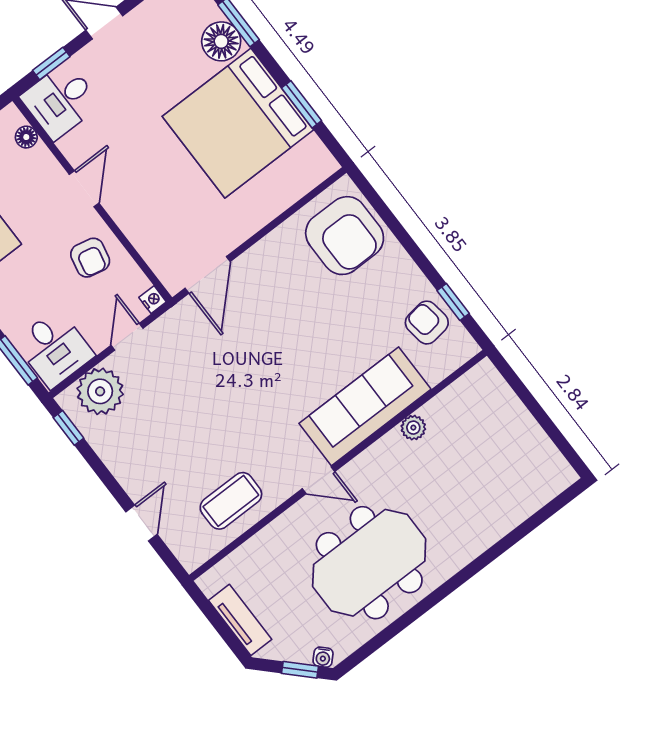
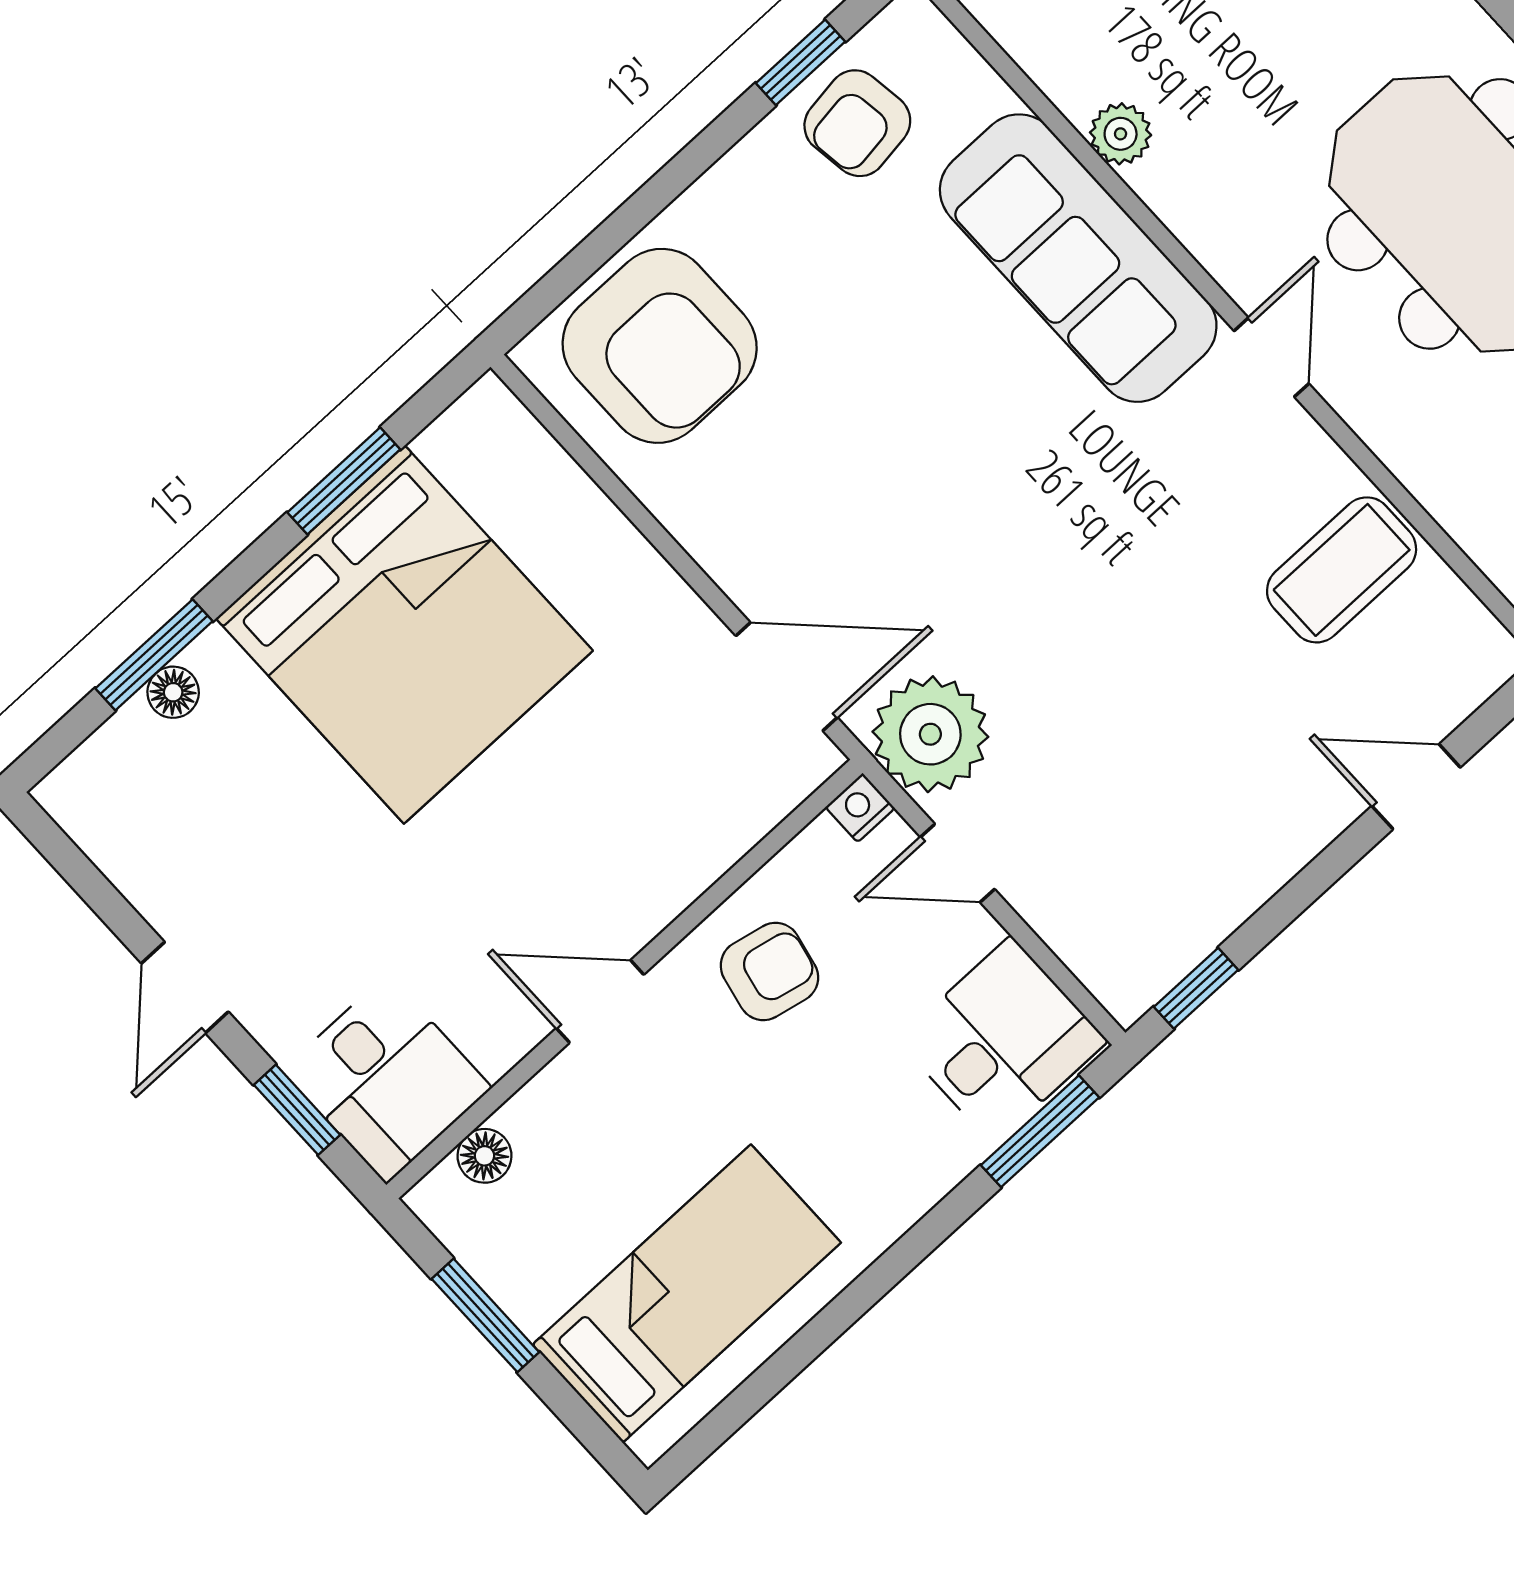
floor lamp: (221, 41) -> (173, 692), width x0.53, depth x0.53
armchair: (345, 236) -> (660, 346), turned 90
plant: (100, 391) -> (930, 734), moved
coffee table: (231, 501) -> (1342, 570), turned 90

